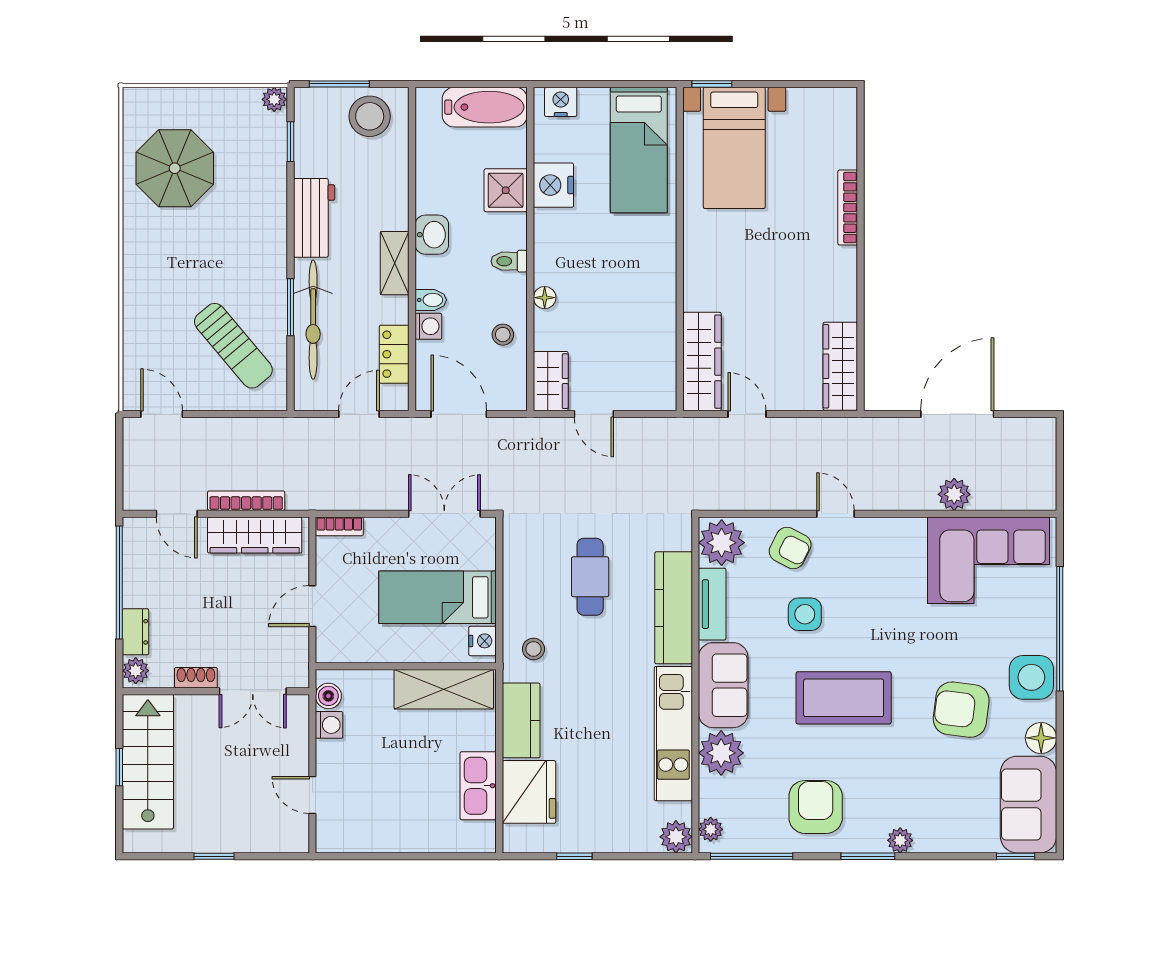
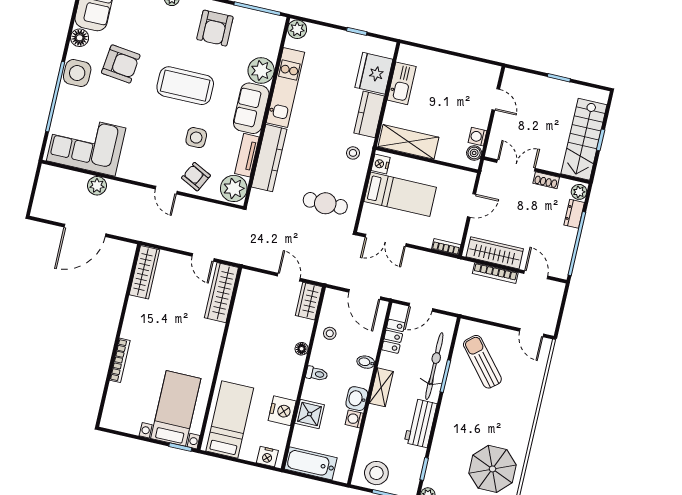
washing machine: (428, 326) -> (354, 419), moved
cafe table: (590, 577) -> (325, 203), moved, turned 90
plant: (711, 829) -> (277, 29), removed

